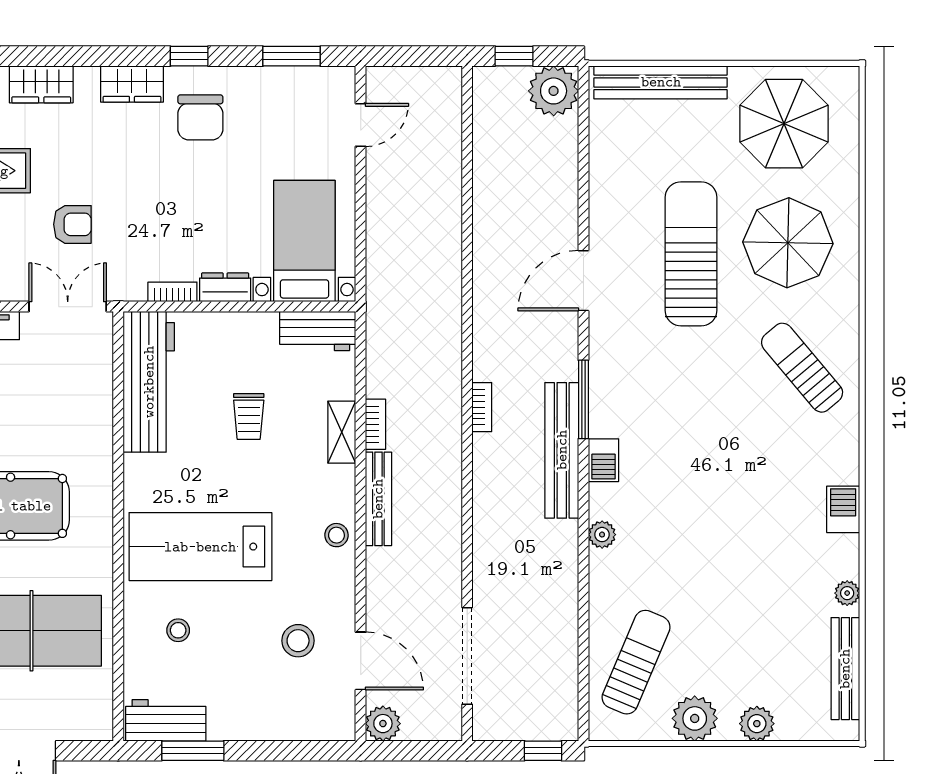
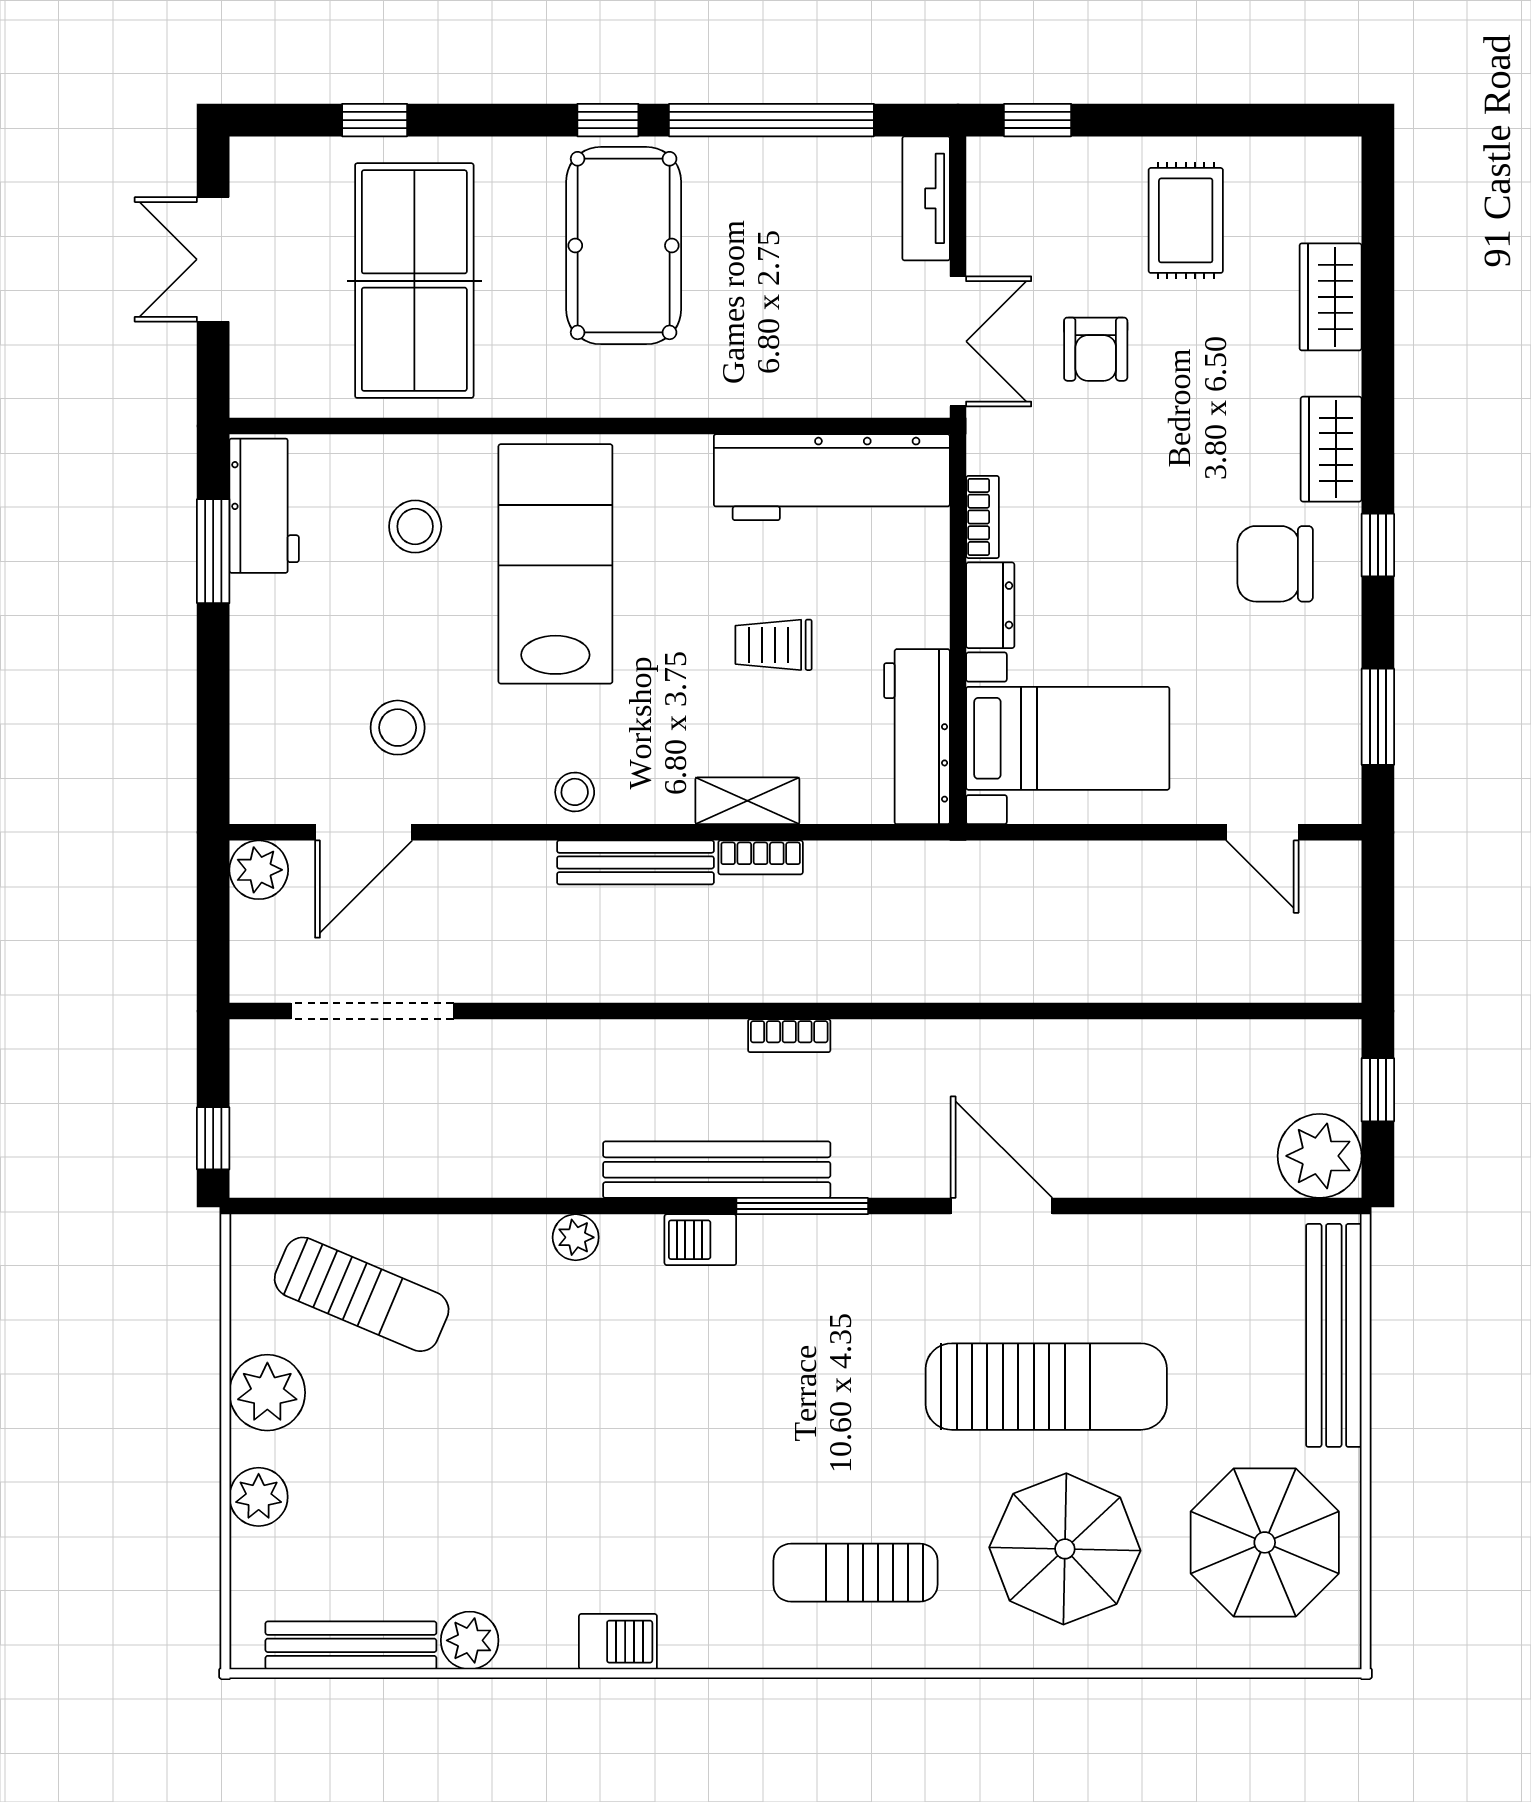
workbench: (318, 331) -> (917, 737), width x1.38
sun lounger: (802, 368) -> (856, 1573), turned -140
plant: (847, 593) -> (470, 1640), width x1.38, depth x1.38
stool: (178, 630) -> (415, 526), width x1.37, depth x1.37

